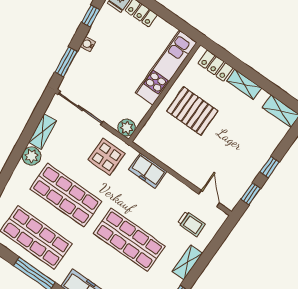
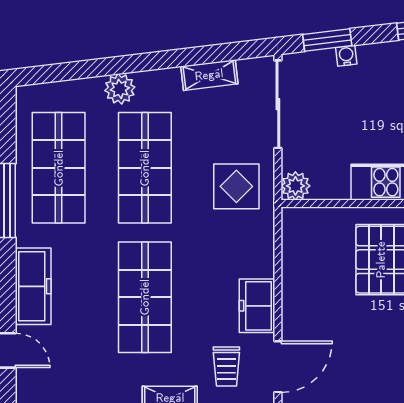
water cooler: (88, 44) -> (346, 56), moved
plant: (31, 156) -> (120, 89), moved
freezer: (148, 171) -> (257, 306), moved
door: (209, 199) -> (278, 367), width x1.38

